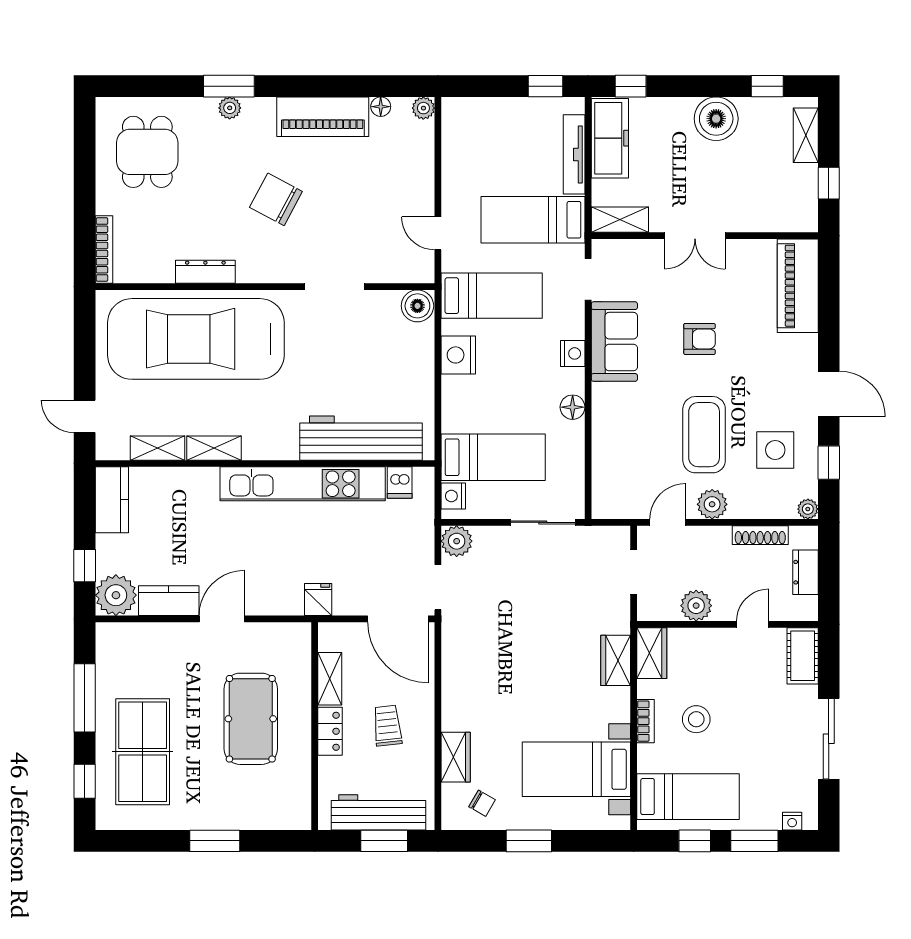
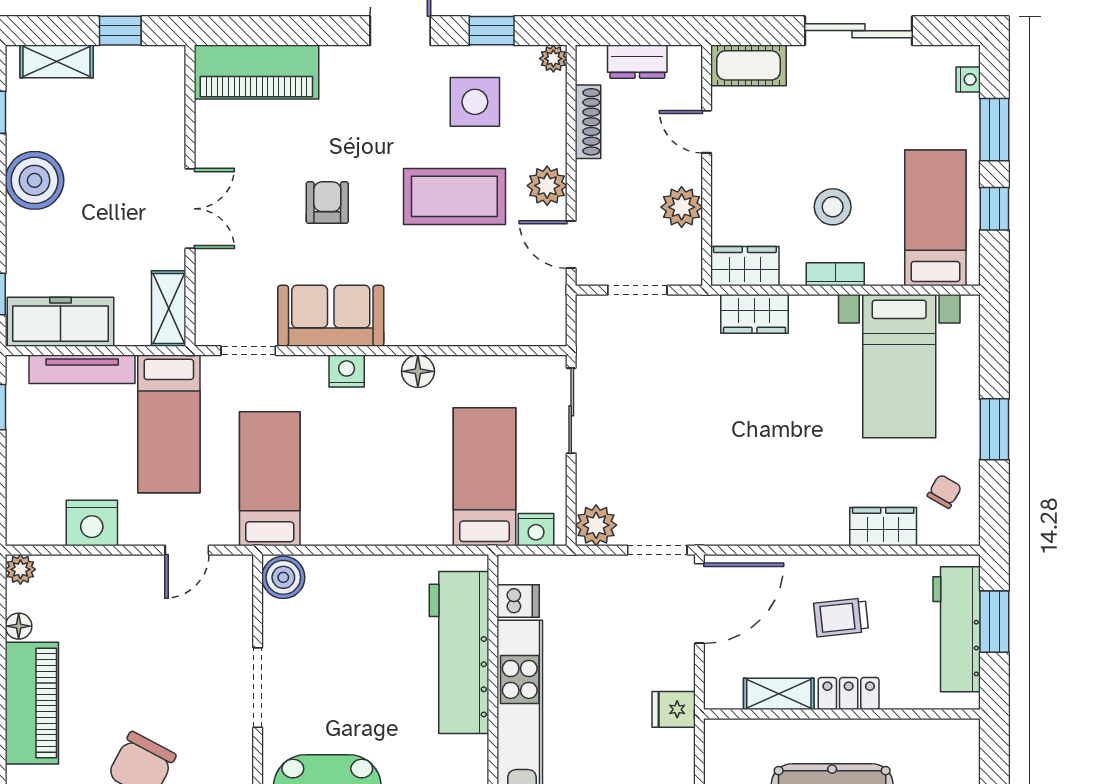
nightstand: (458, 355) -> (92, 523), moved

